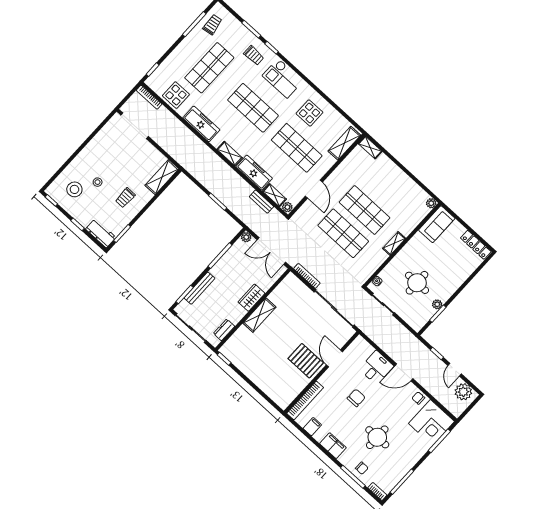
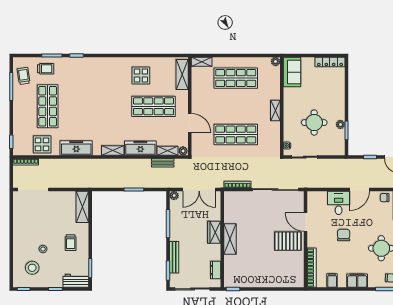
trolley: (254, 55) -> (46, 69), moved
checkout: (283, 78) -> (102, 69), removed
shop shelf: (253, 108) -> (101, 106), removed
shop shelf: (365, 210) -> (236, 78), moved

